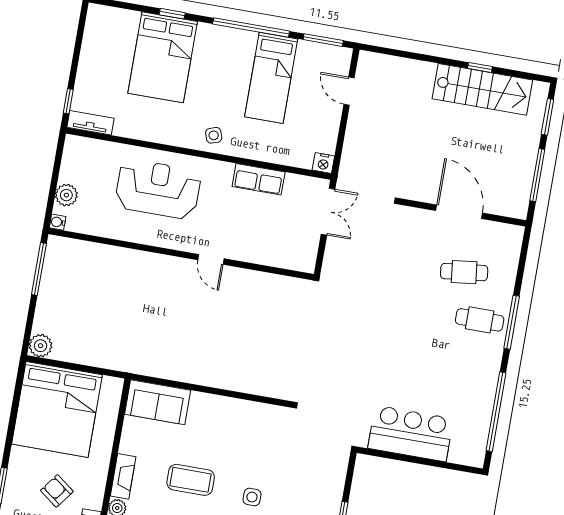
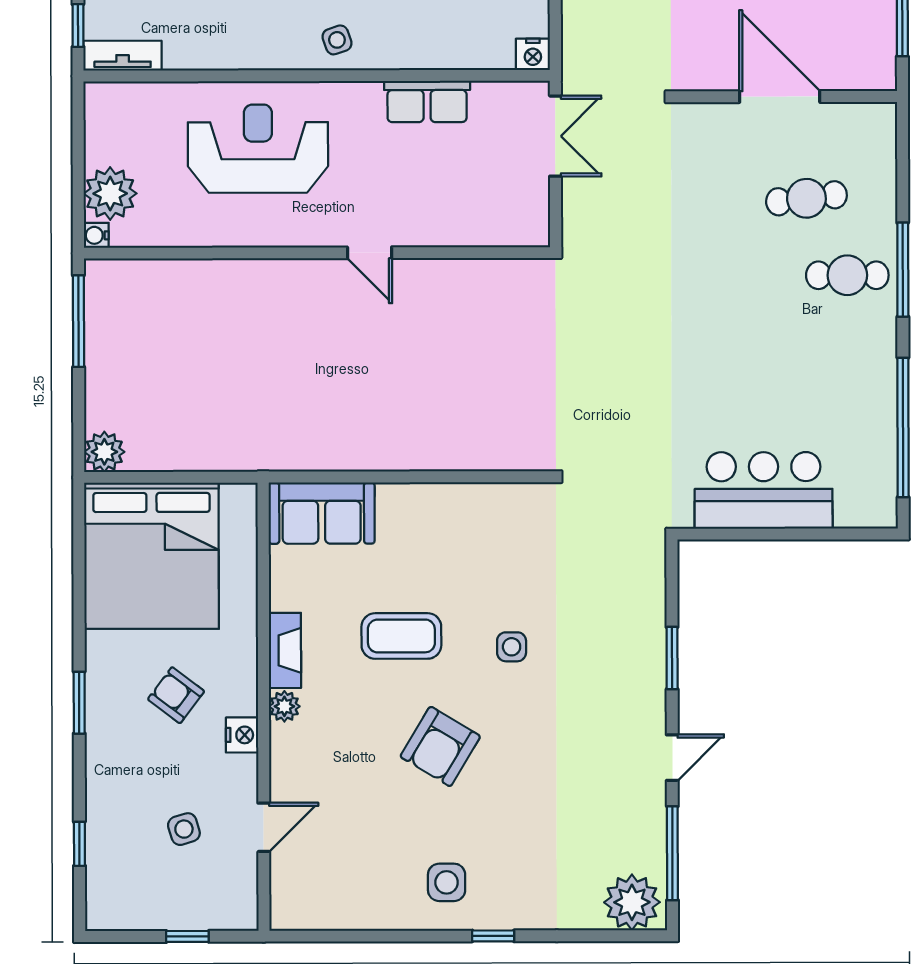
plant: (66, 195) -> (110, 194), width x1.36, depth x1.36

